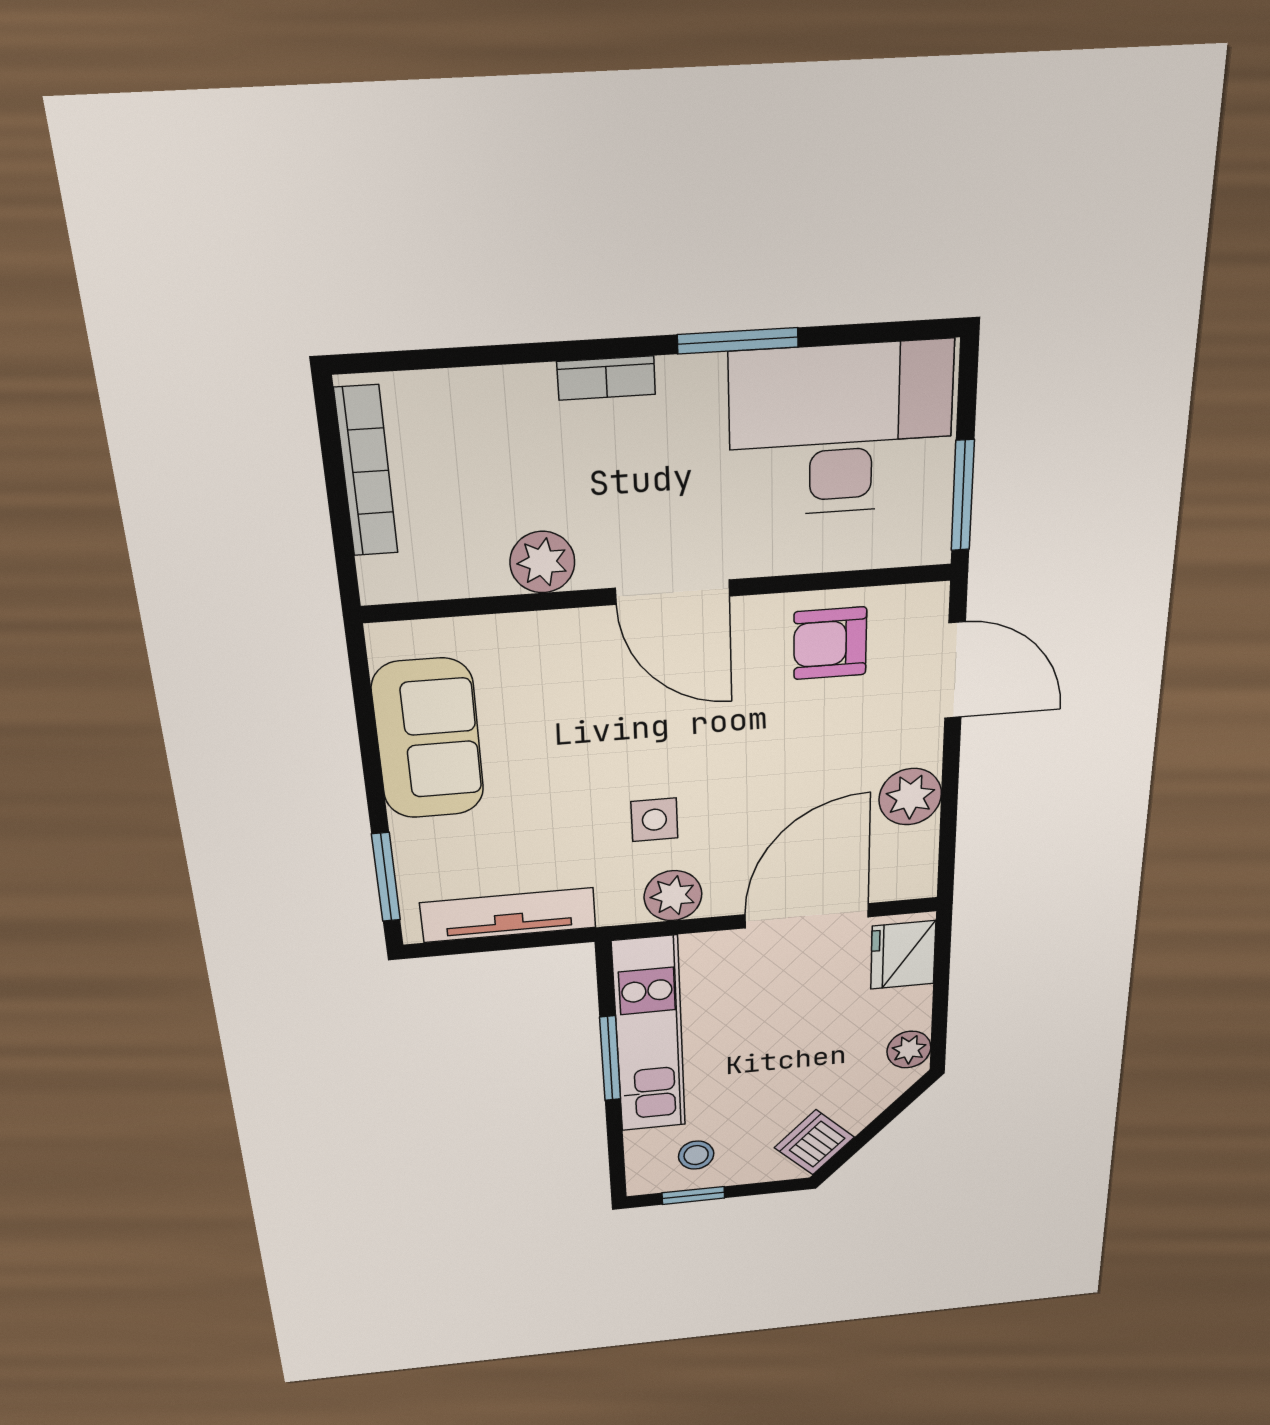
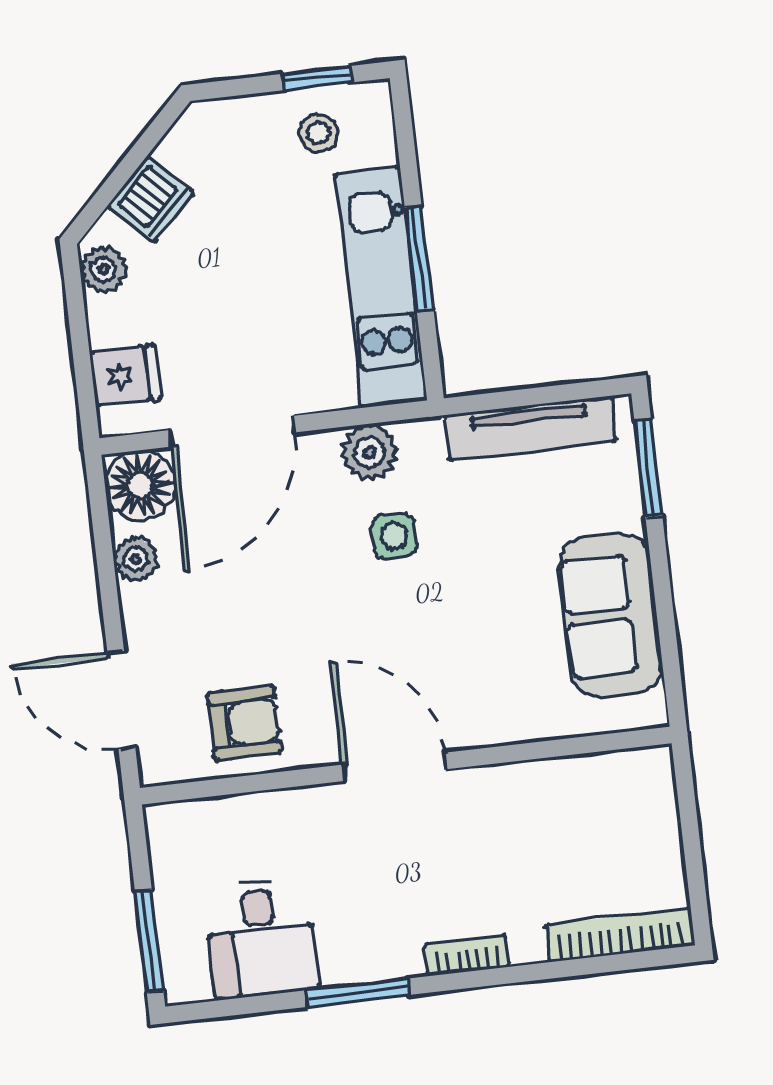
desk: (841, 430) -> (261, 939), width x0.53, depth x0.77
bookcase: (366, 472) -> (620, 935), moved, turned 90
window: (963, 495) -> (149, 941), moved
plant: (542, 562) -> (513, 790), removed
plant: (910, 797) -> (136, 559), width x0.73, depth x0.73
floor lamp: (904, 870) -> (140, 485), added
fridge: (903, 955) -> (125, 376), width x0.72
dishwasher: (814, 1142) -> (151, 199), moved

